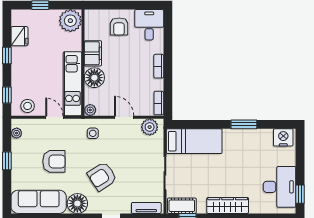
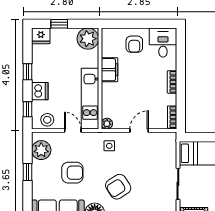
fridge: (19, 36) -> (41, 36), moved, turned 90
dishwasher: (20, 76) -> (40, 91), added
floor lamp: (94, 78) -> (111, 93), removed
door: (124, 117) -> (139, 130), hinge flipped
plant: (150, 127) -> (163, 140), removed
plant: (17, 133) -> (41, 150), width x1.87, depth x1.87

